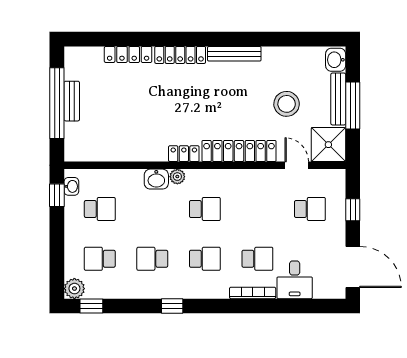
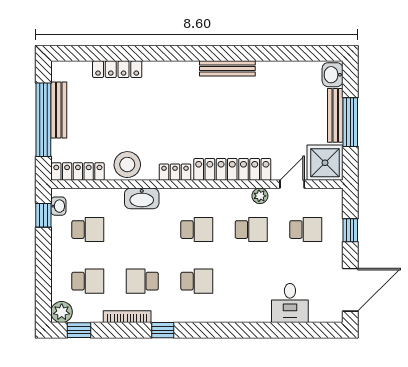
locker: (180, 55) -> (78, 172), moved, turned 180
bench: (72, 101) -> (59, 110), width x1.36
stool: (287, 104) -> (127, 165), moved
door: (297, 165) -> (292, 184), hinge flipped
plant: (177, 177) -> (260, 196), moved
washbasin: (156, 179) -> (142, 198), width x1.38
school desk: (100, 259) -> (88, 281), turned 180
school desk: (257, 259) -> (251, 230), moved
door: (353, 267) -> (350, 290), hinge flipped
bookcase: (253, 293) -> (127, 317), moved

